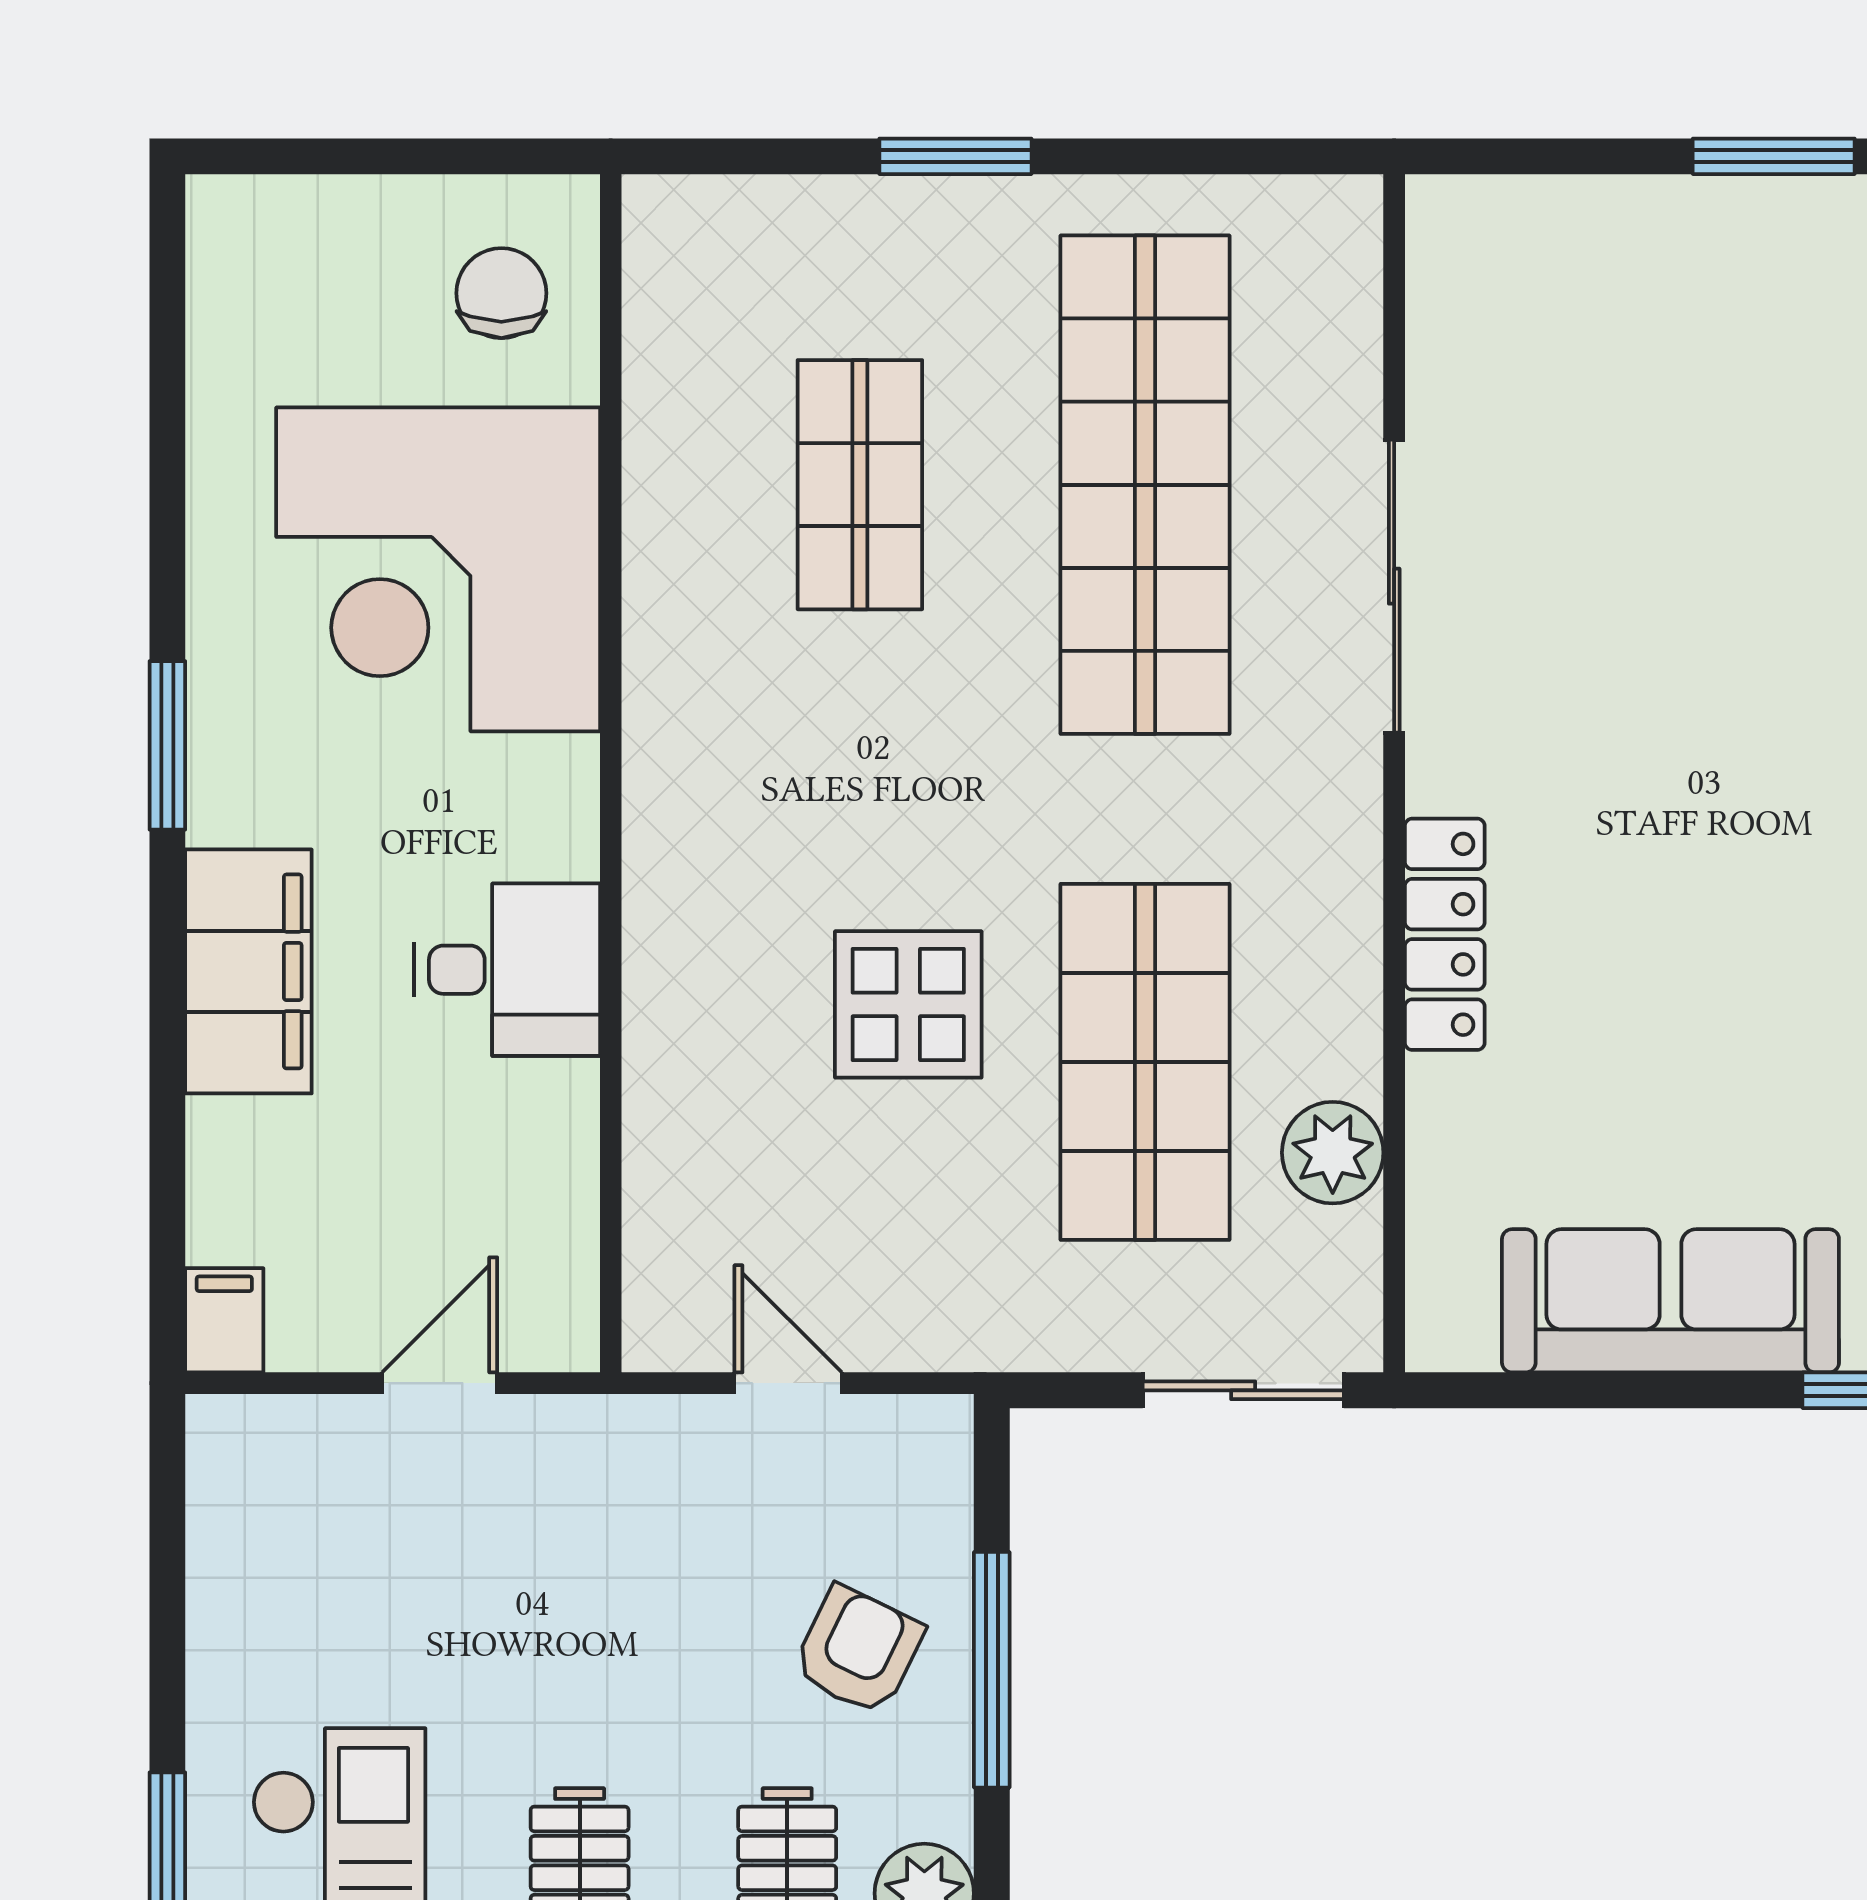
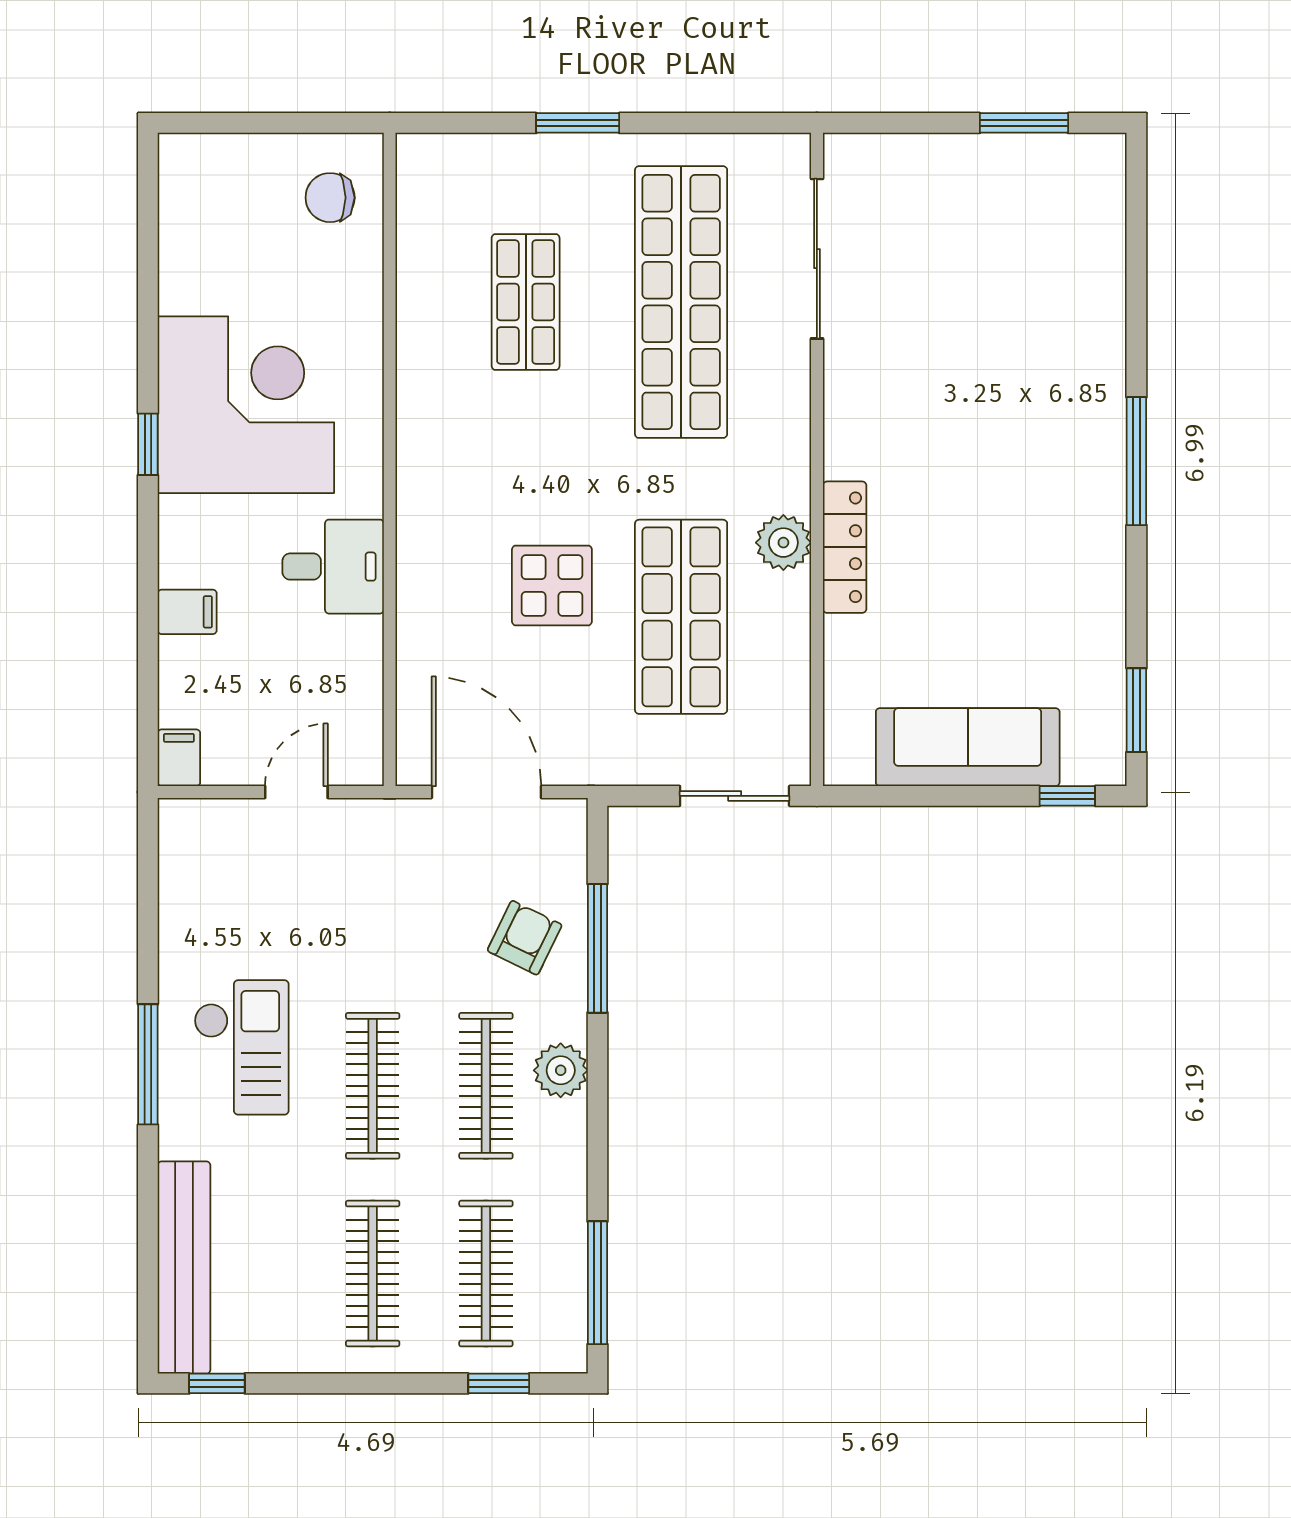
chair: (501, 293) -> (330, 198), turned -90
corner desk: (438, 569) -> (246, 405), moved, turned 180
sliding door: (1394, 586) -> (817, 259), moved
window: (167, 745) -> (148, 444), width x0.67
filing cabinet: (248, 971) -> (187, 612), width x0.33, depth x0.86
plant: (1333, 1153) -> (783, 543), moved
door: (788, 1383) -> (486, 792), width x1.88

